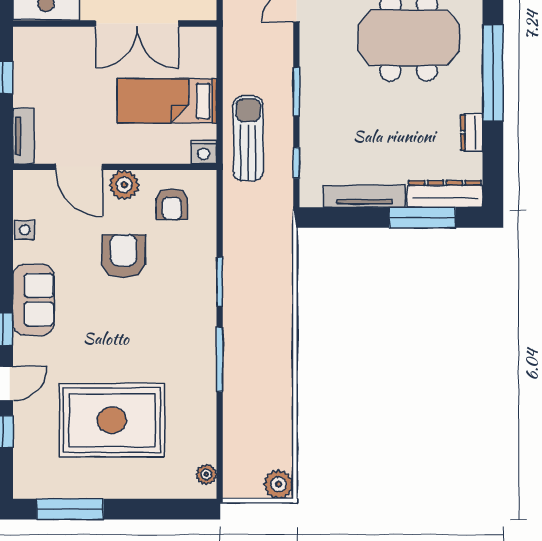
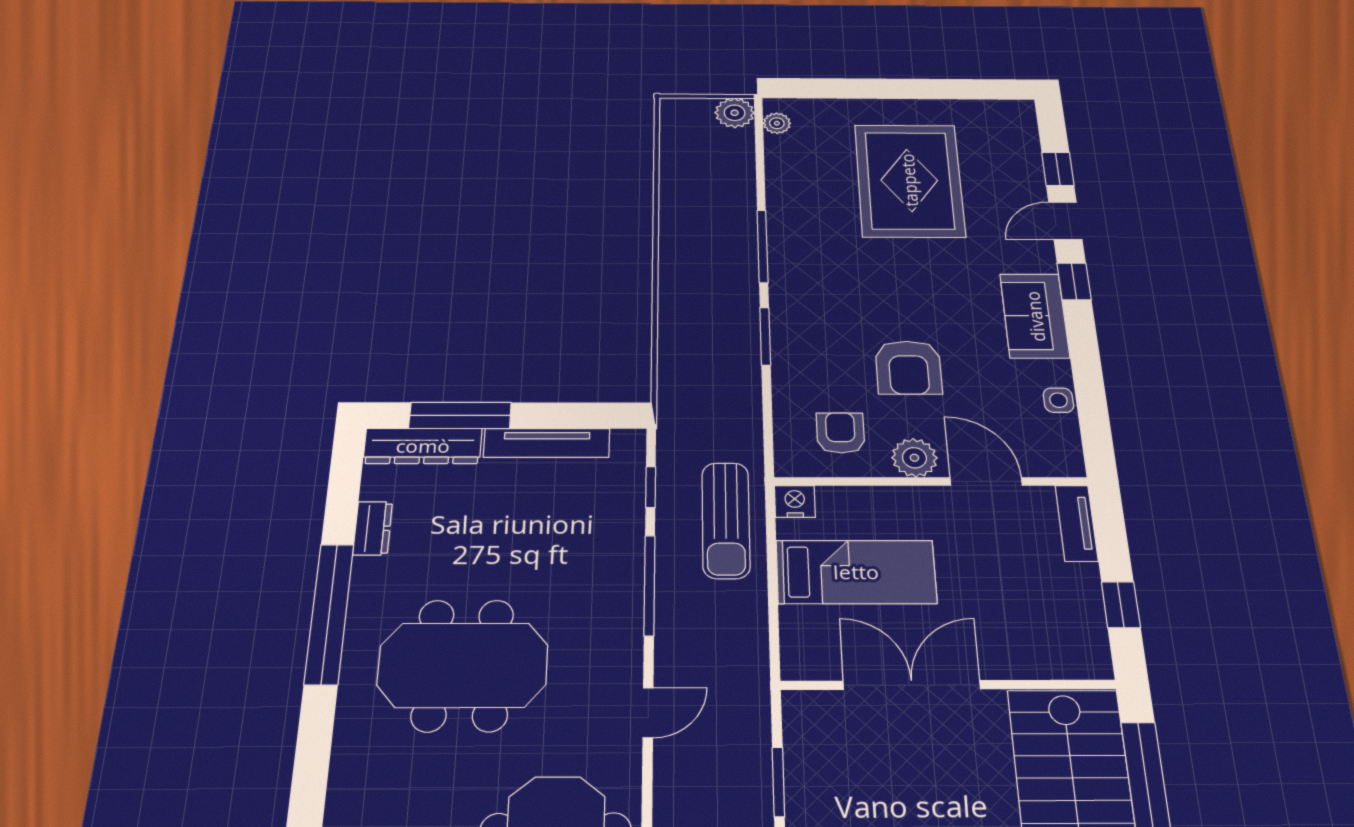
window: (296, 92) -> (649, 585), width x1.44
rug: (112, 420) -> (909, 180), turned 90
plant: (279, 484) -> (735, 113), moved
window: (70, 509) -> (957, 89), removed

